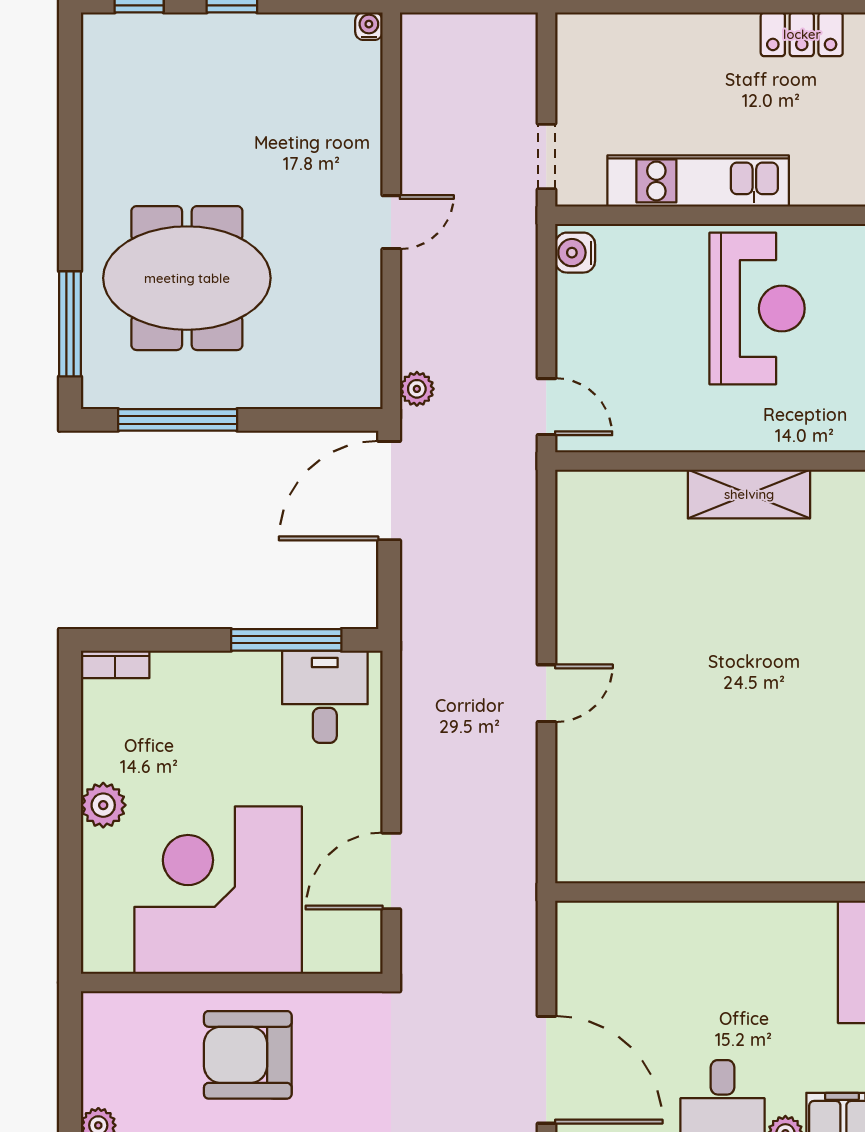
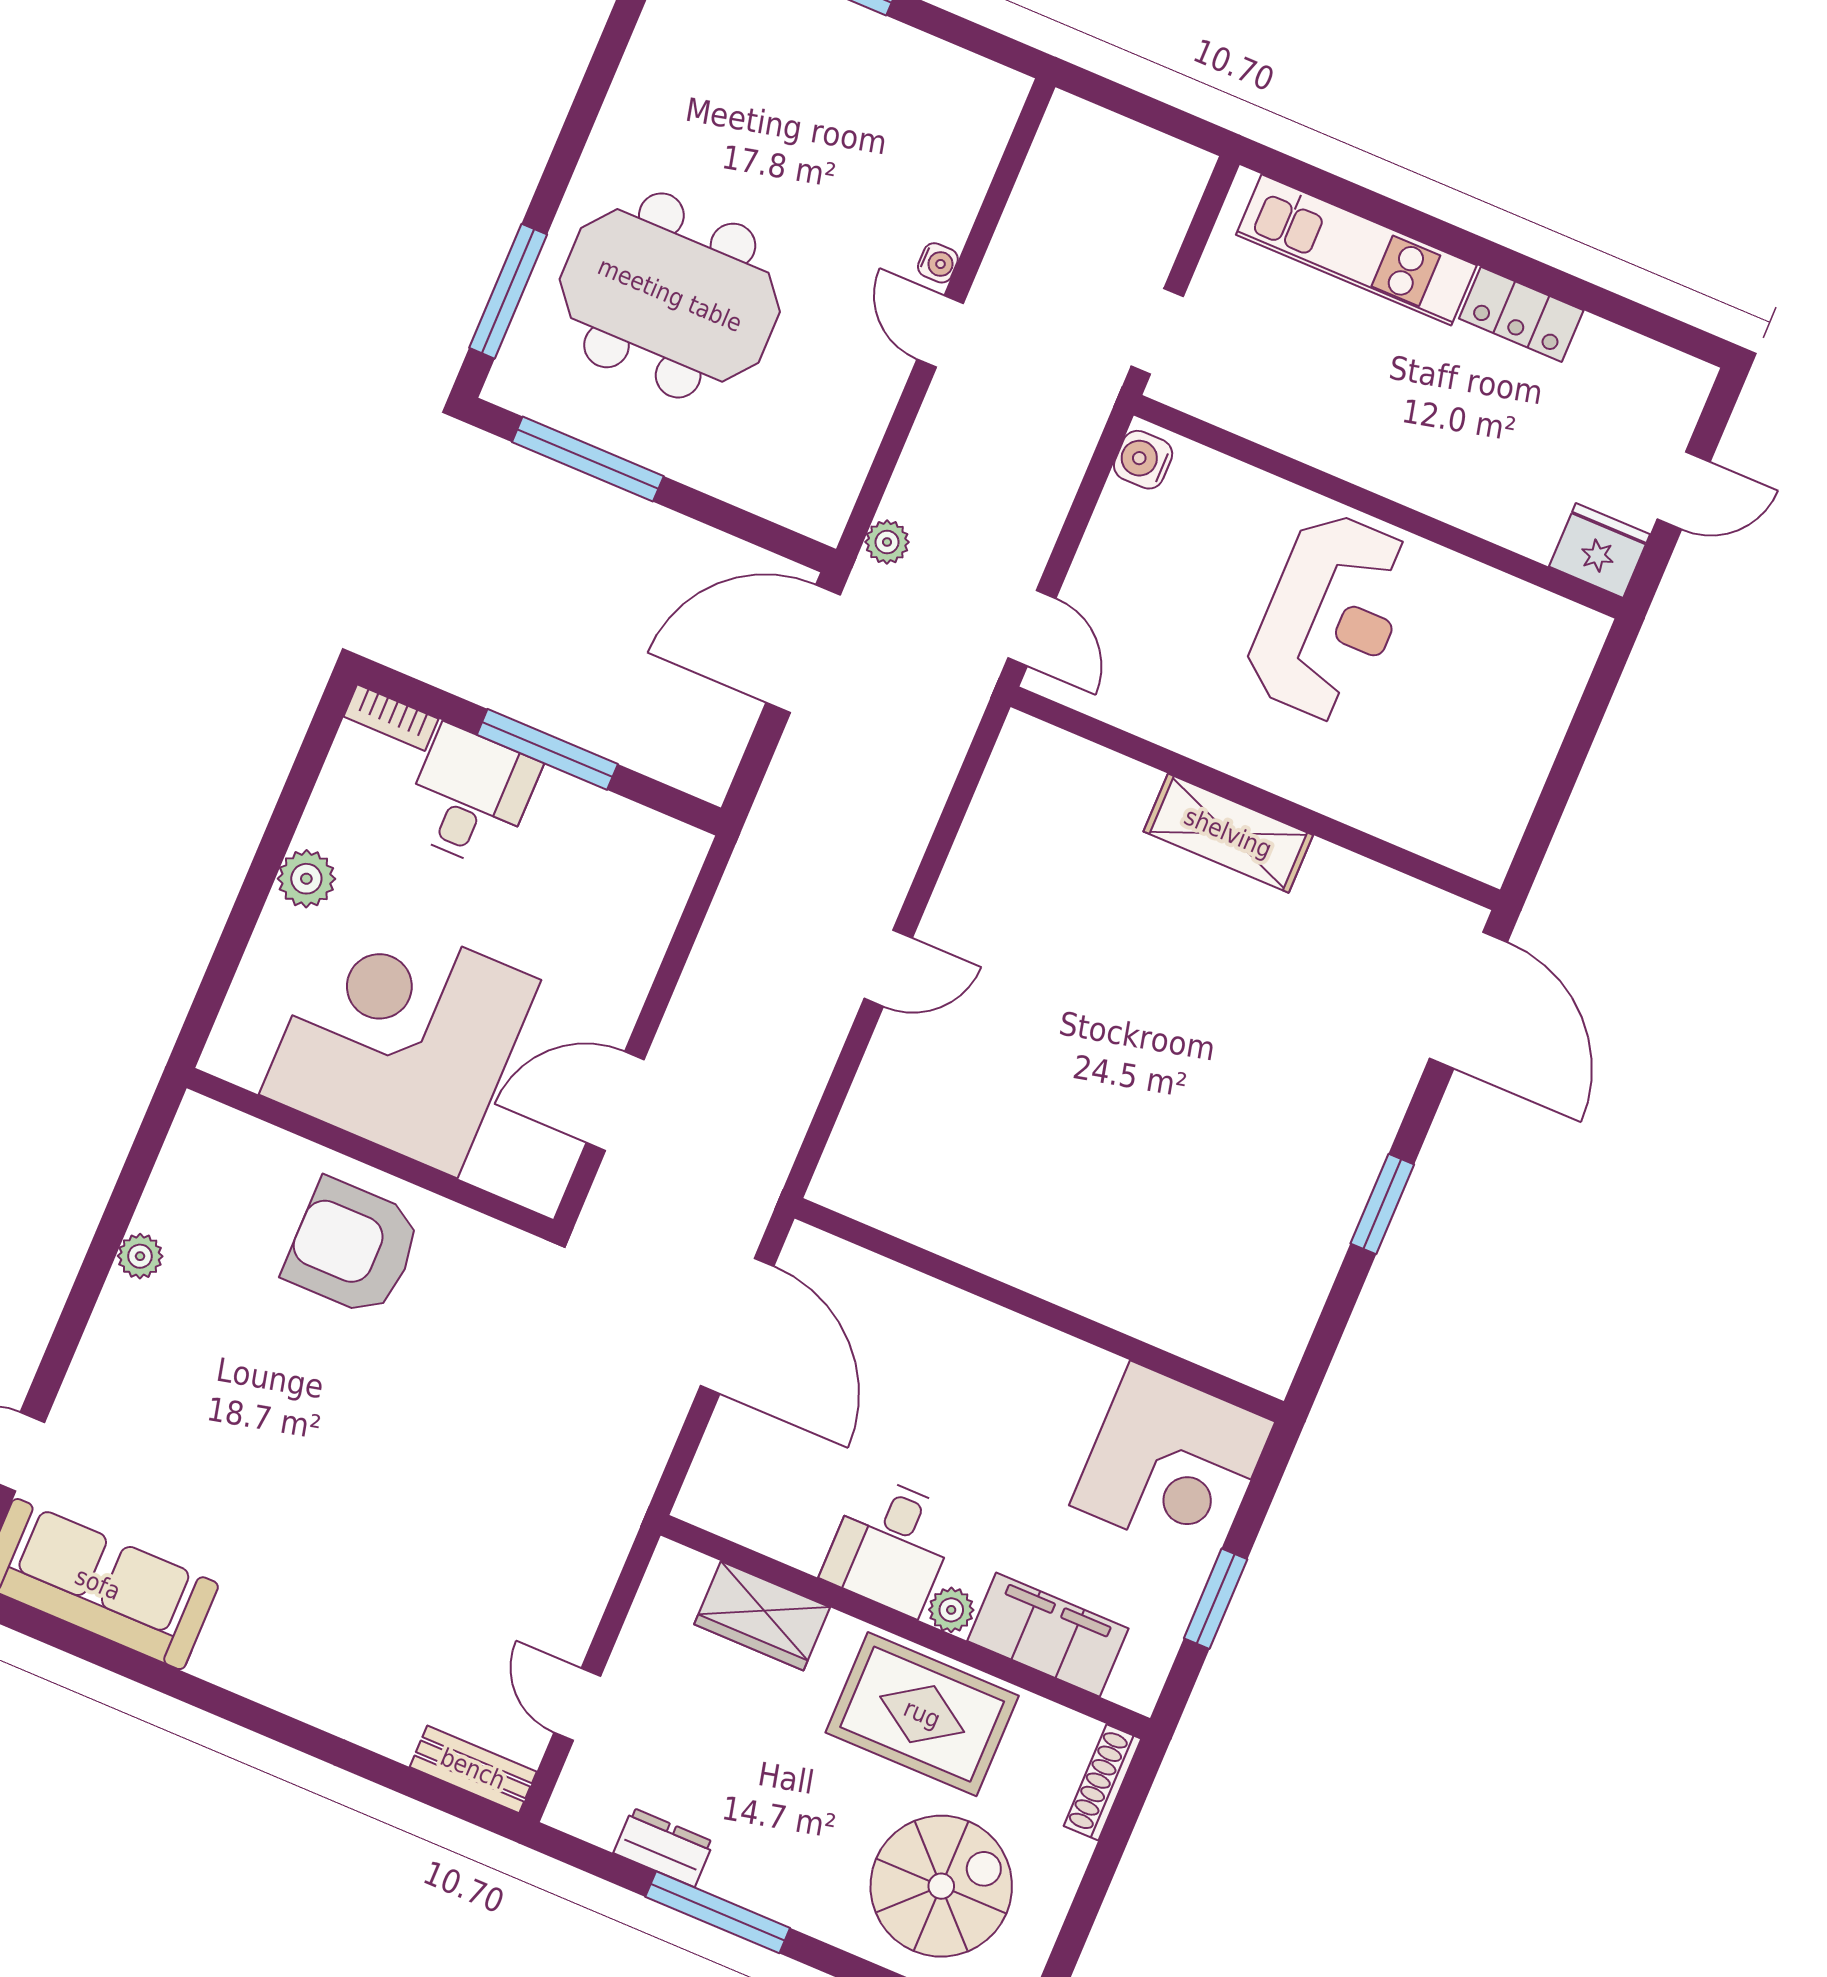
water cooler: (369, 26) -> (938, 263), moved, turned 90
kitchen unit: (698, 181) -> (1356, 250), moved, turned 180
door: (391, 222) -> (940, 331), swing flipped
window: (286, 640) -> (547, 749), moved
desk: (325, 697) -> (470, 797), moved
door: (546, 1070) -> (737, 1326), moved

